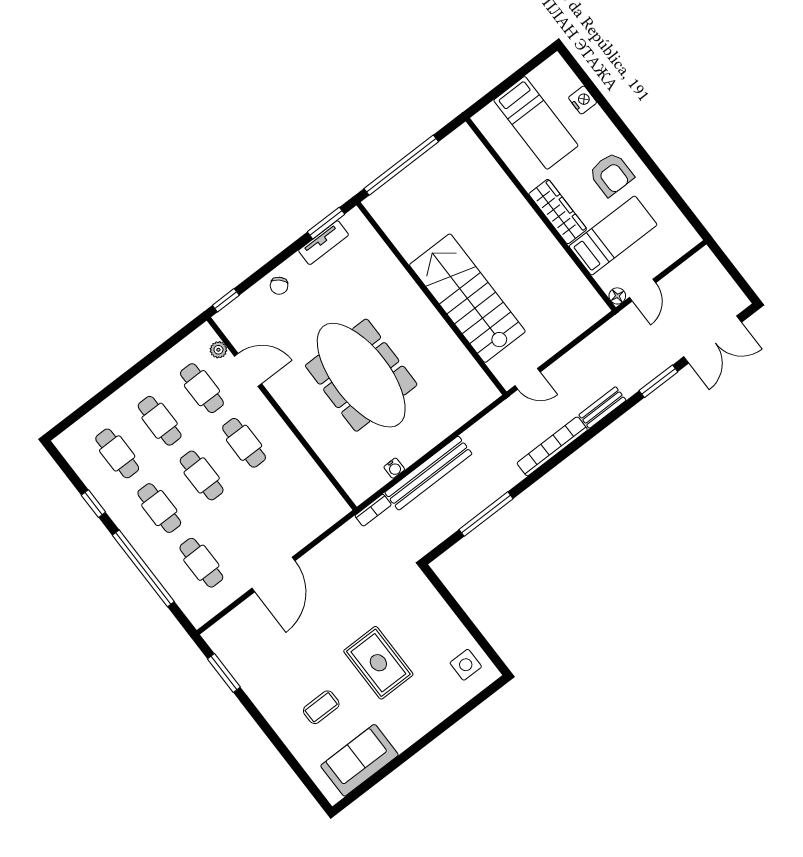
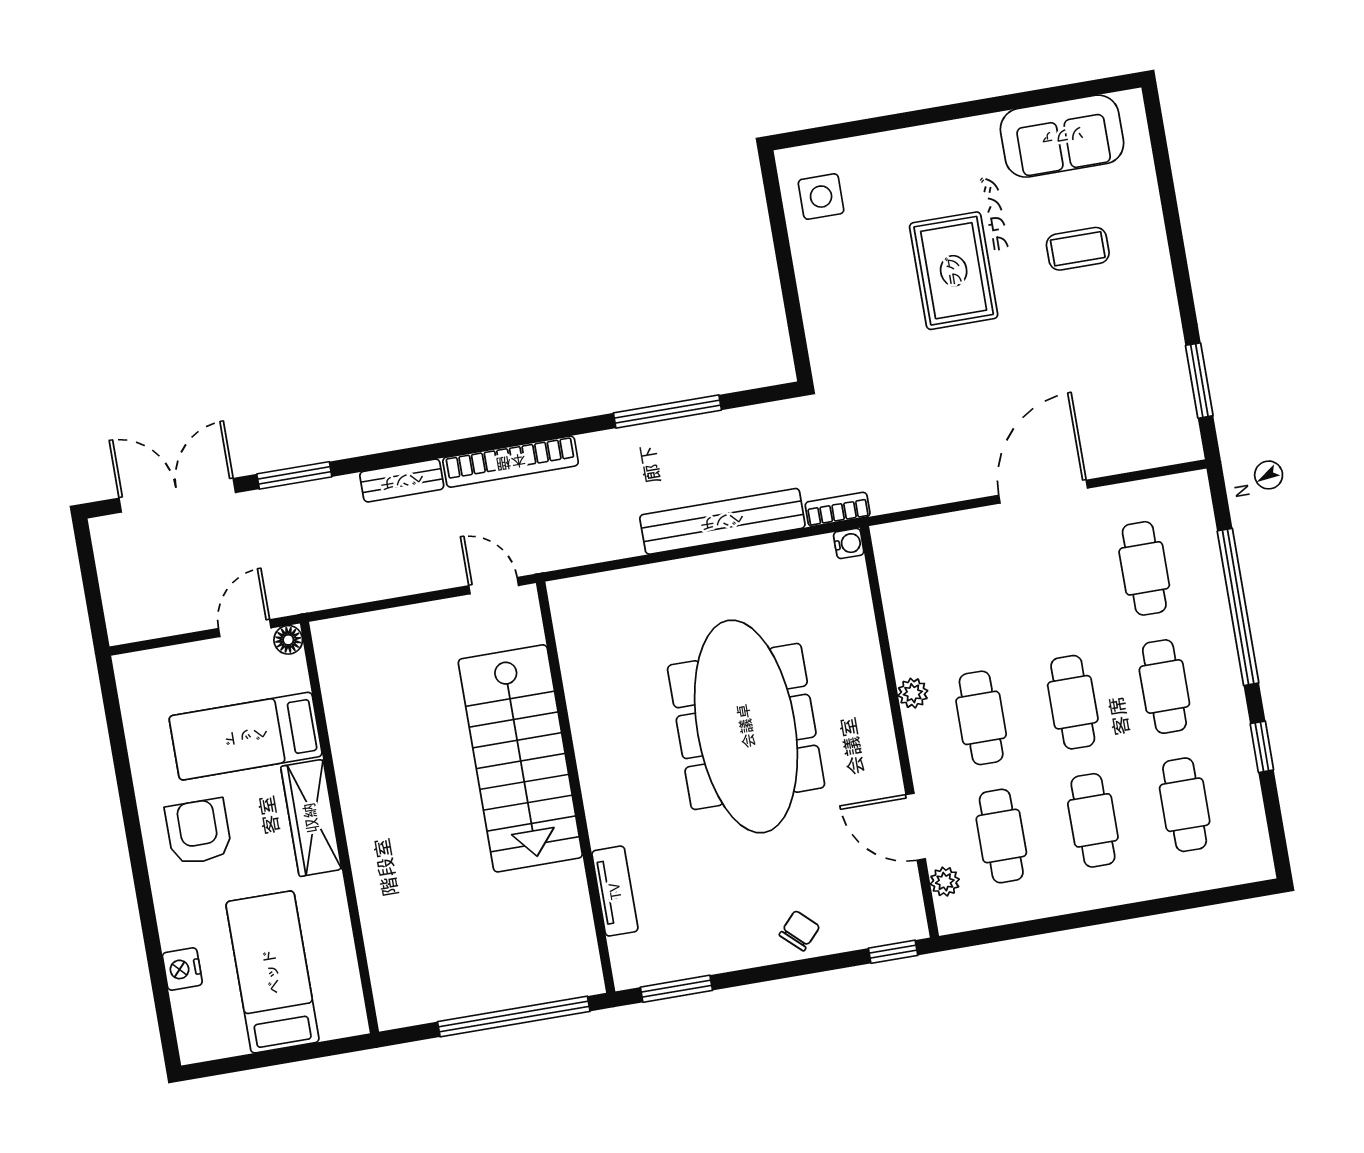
tv unit: (324, 243) -> (615, 891), moved, turned 90
plant: (285, 437) -> (913, 693), added
water cooler: (394, 468) -> (849, 543), moved, turned 90

